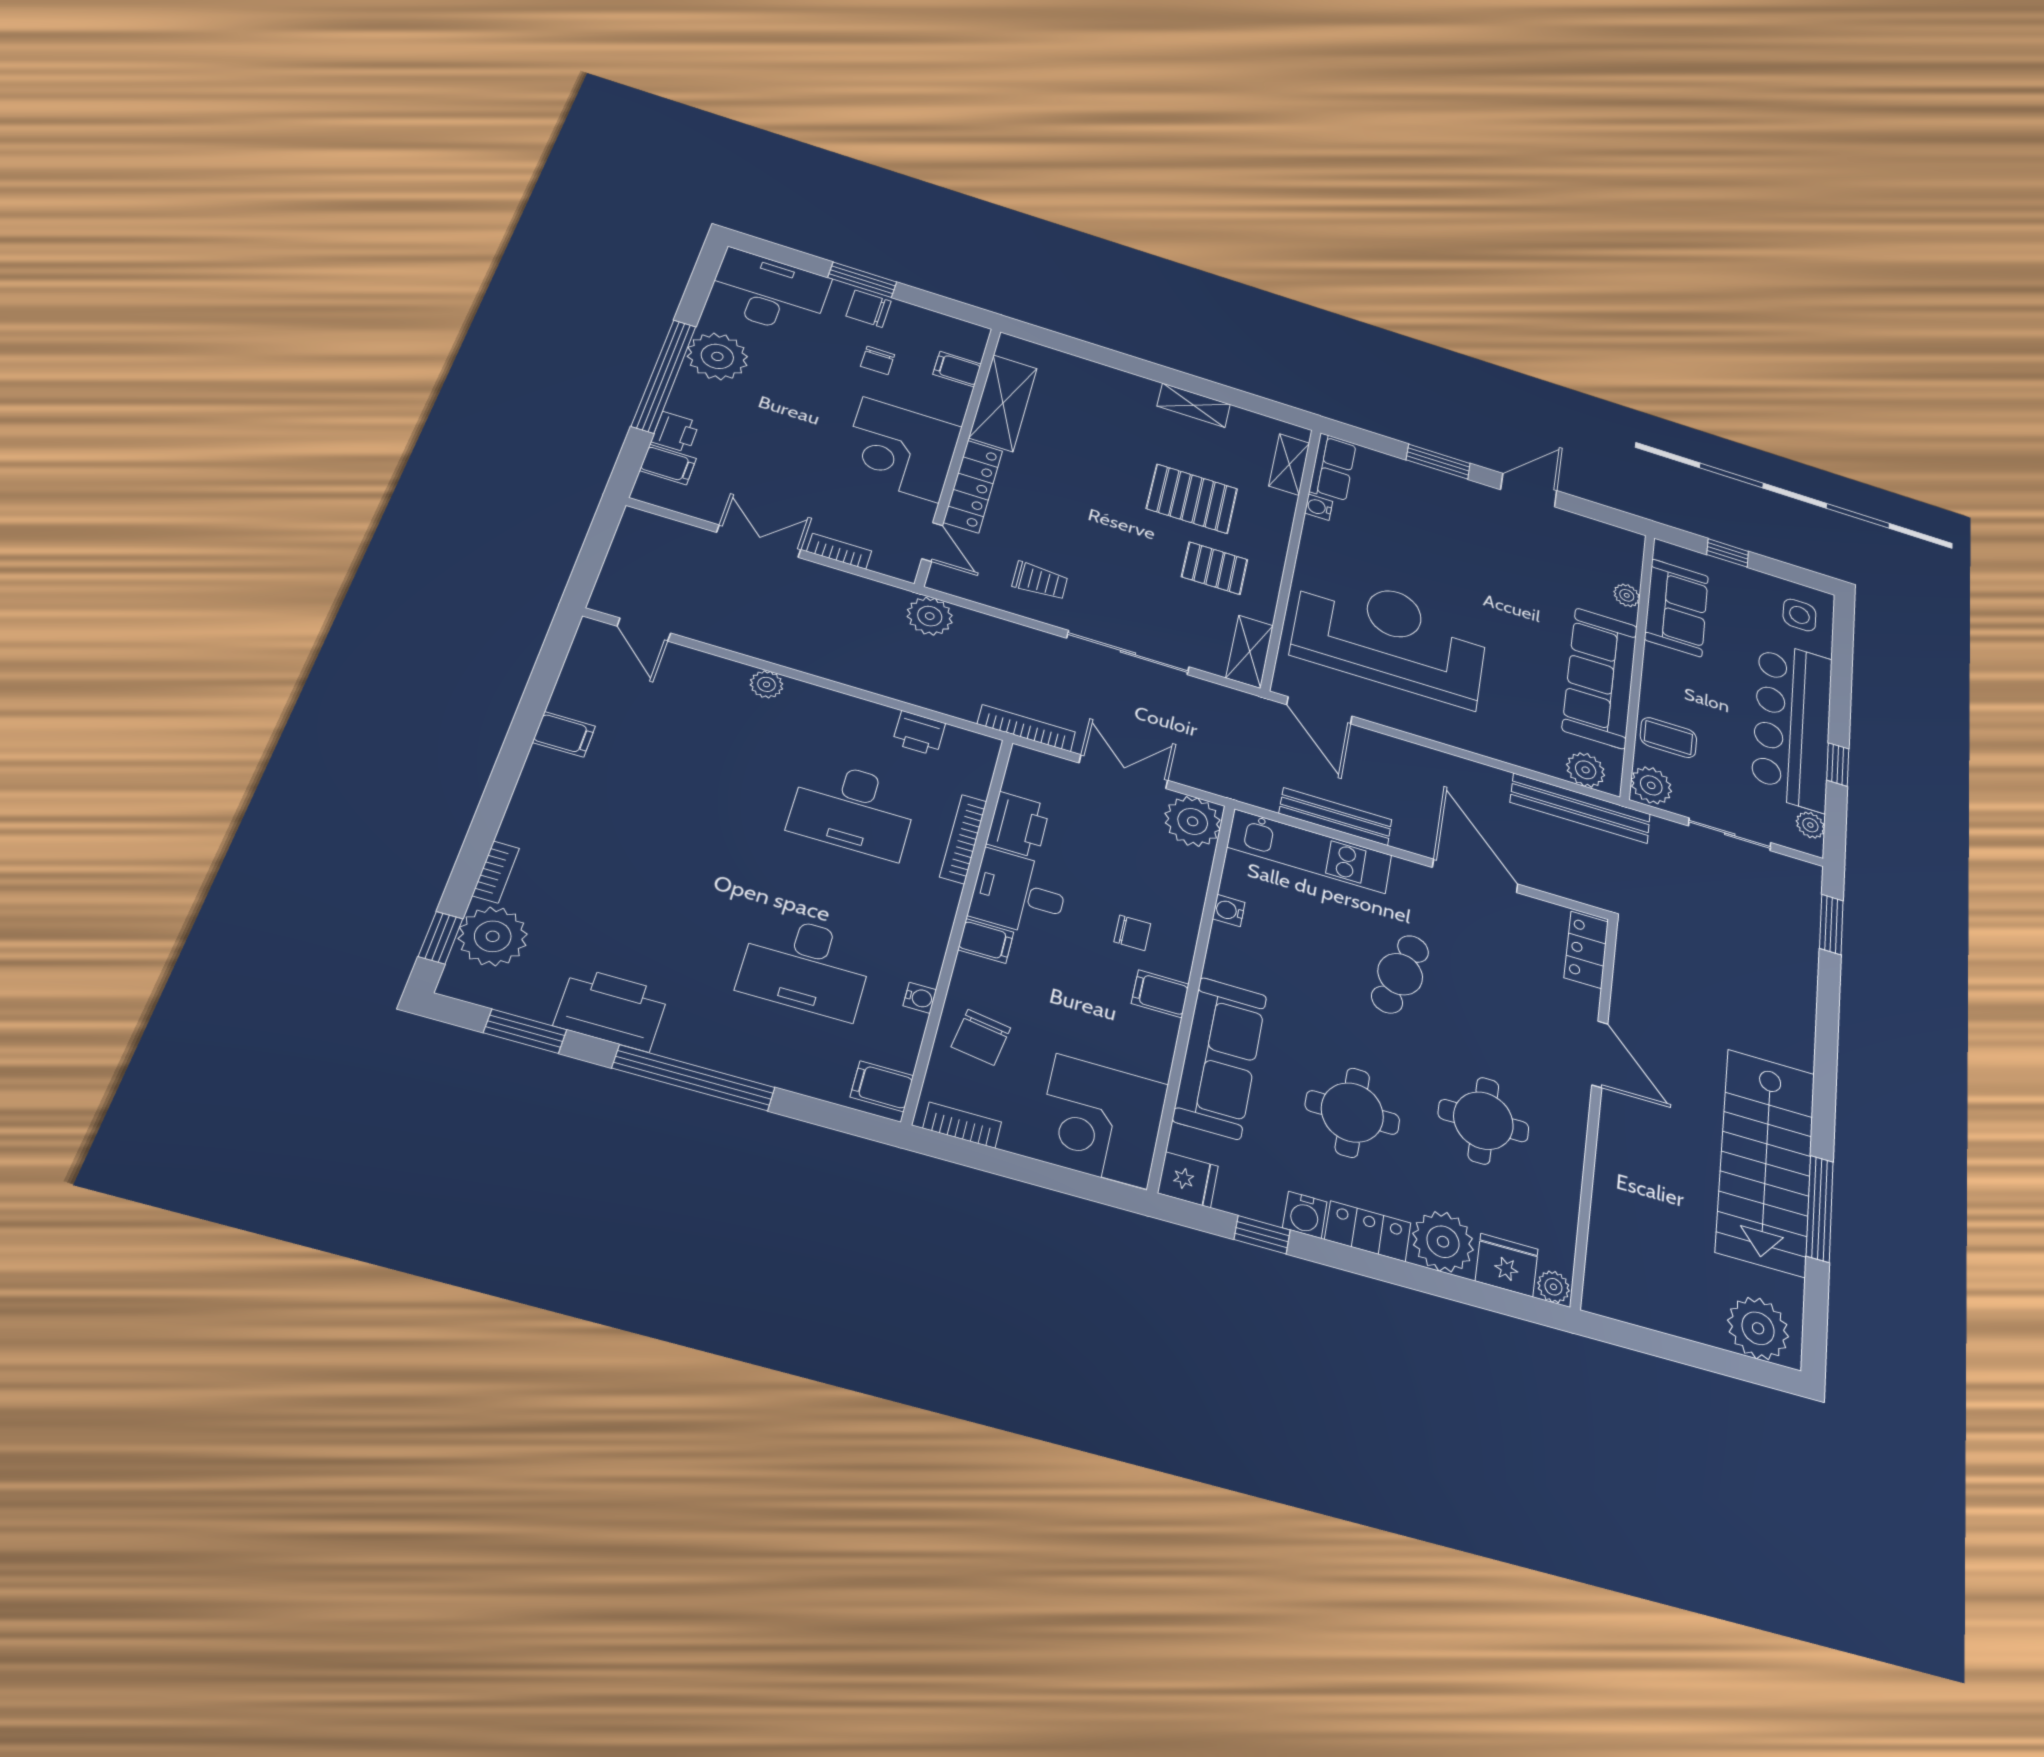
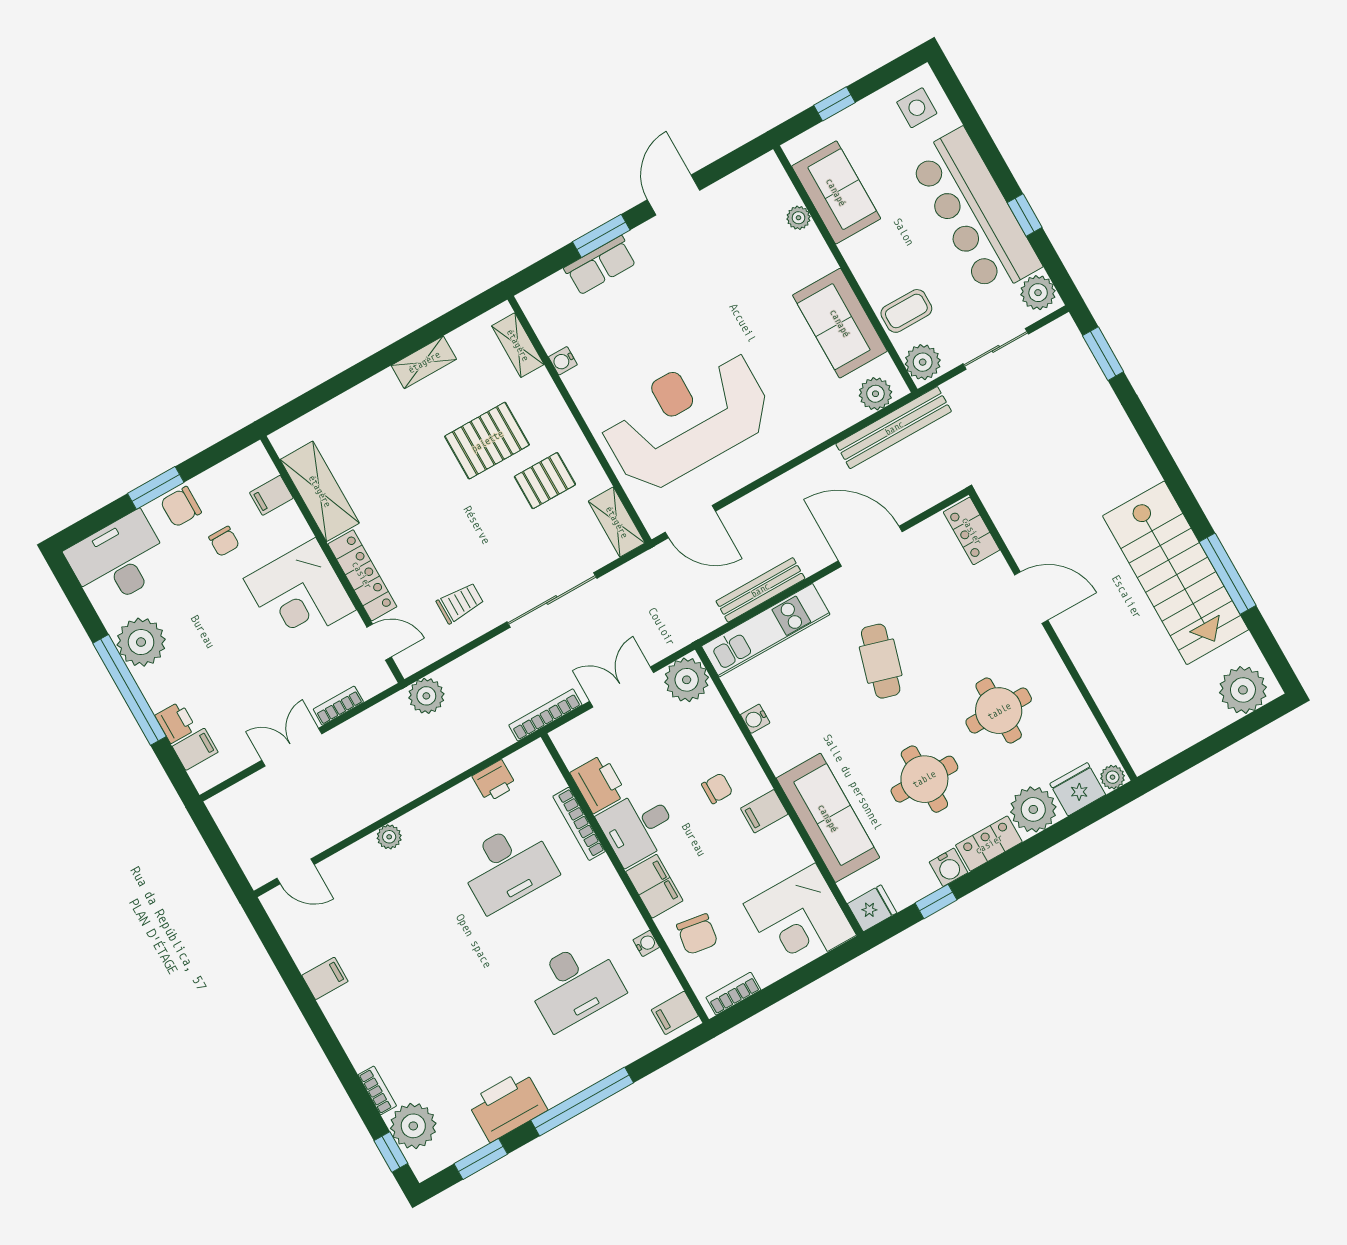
row of seats: (1333, 468) -> (600, 265), moved, turned 90
sofa: (1600, 678) -> (840, 323), width x0.73
plant: (1810, 825) -> (1038, 293), width x1.38, depth x1.38
filing cabinet: (986, 941) -> (654, 886), width x2.00

